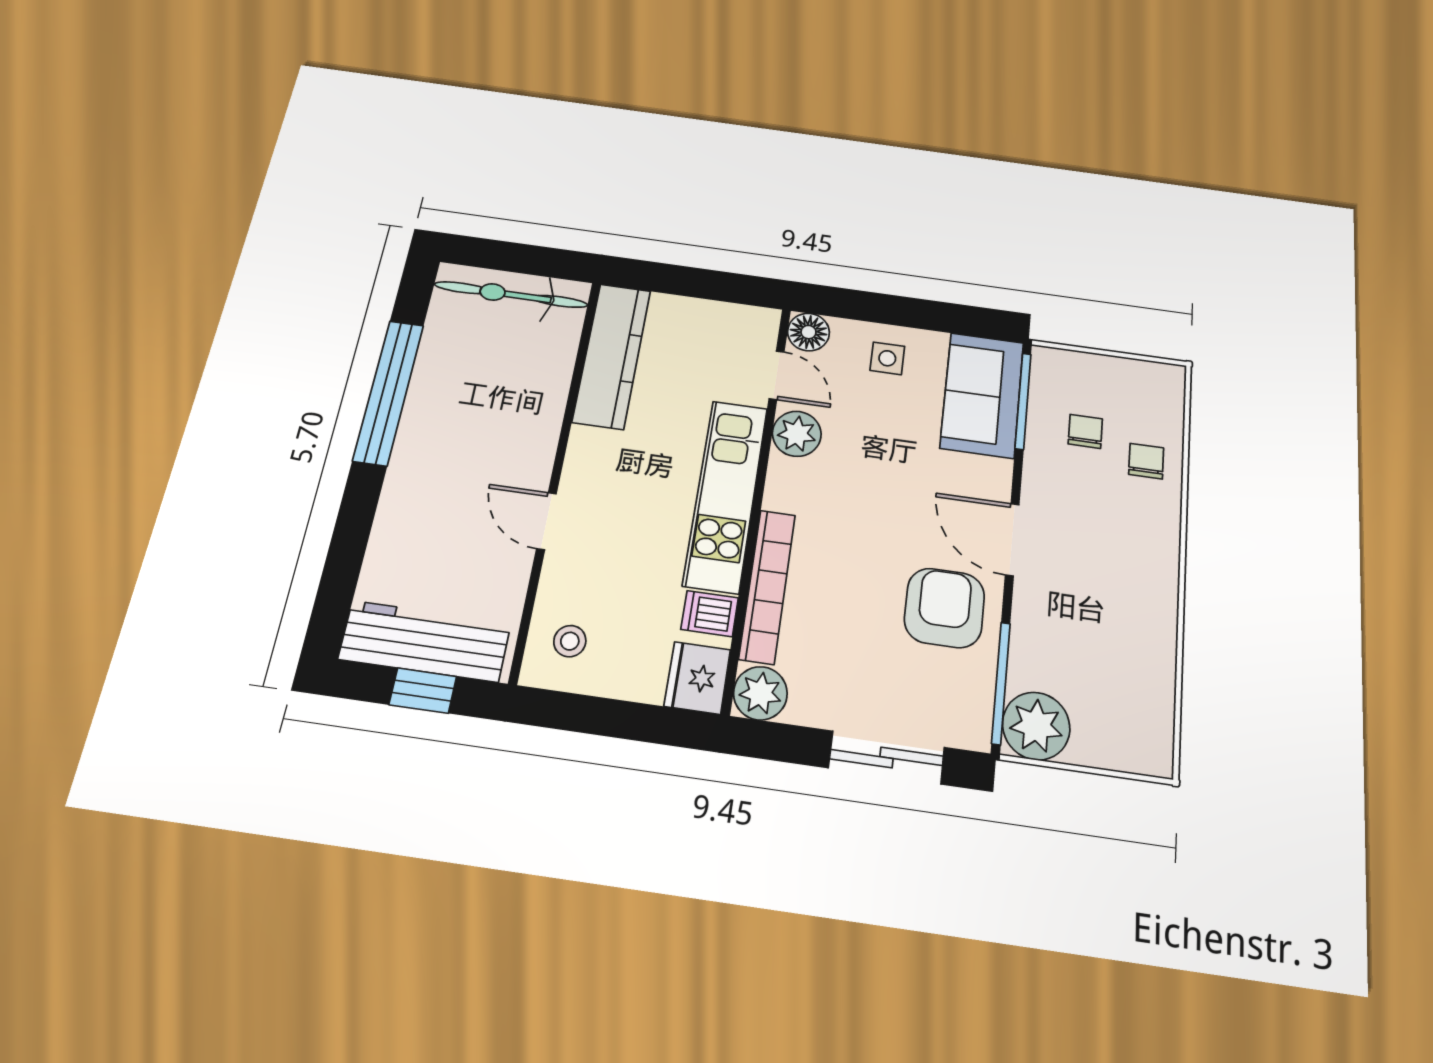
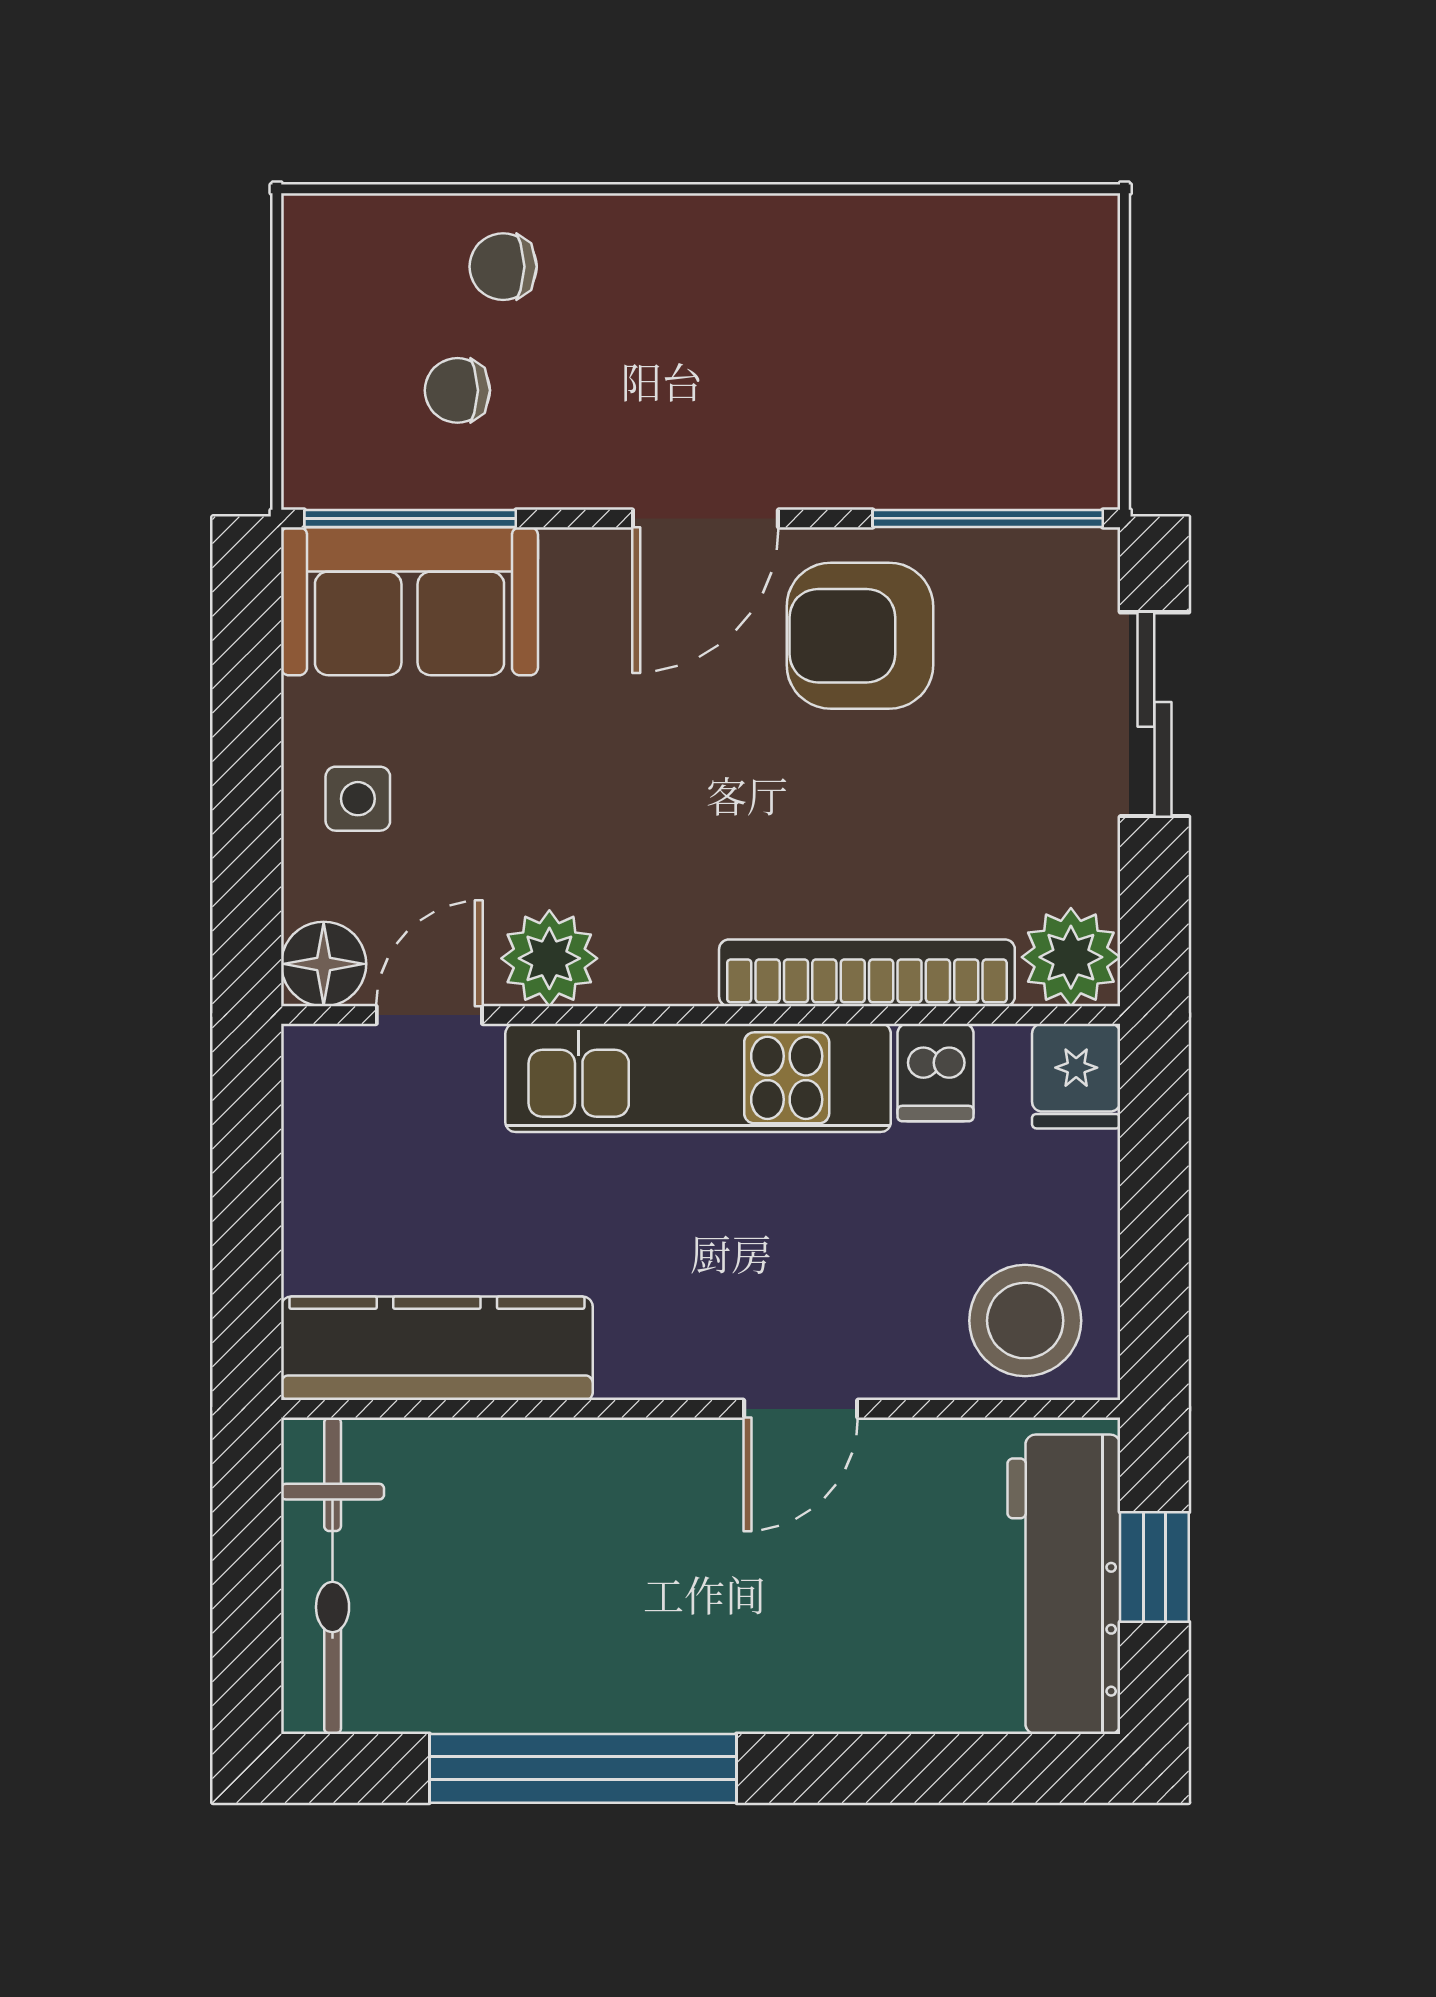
stool: (570, 641) -> (1025, 1321), width x1.89, depth x1.89
fridge: (697, 678) -> (1076, 1076), width x0.72
plant: (1036, 726) -> (1058, 448), removed

